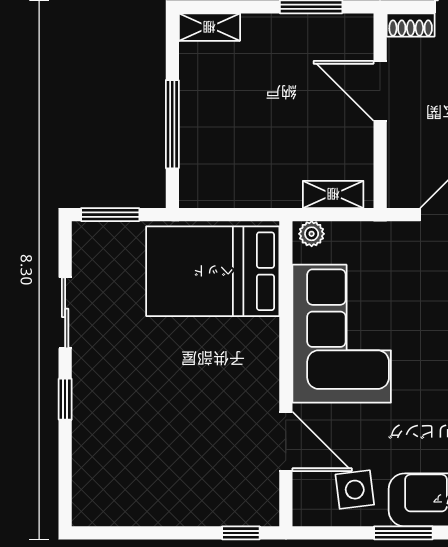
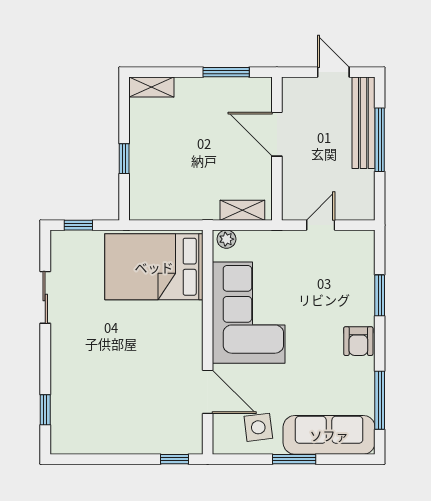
shoe rack: (411, 25) -> (299, 86), removed
window: (172, 124) -> (124, 159), width x0.46
window: (110, 215) -> (78, 225), width x0.67
window: (65, 399) -> (45, 410), moved

